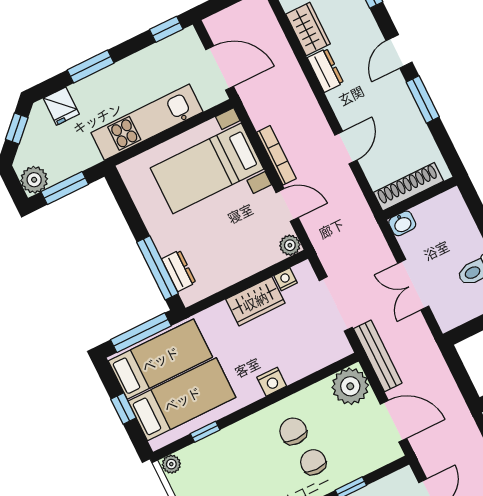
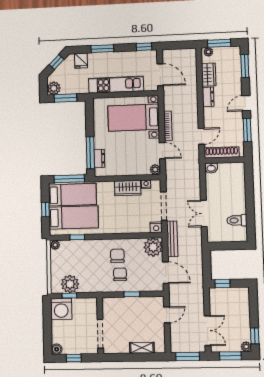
shoe rack: (408, 187) -> (222, 152), moved
wall: (420, 198) -> (225, 160), moved
washbasin: (402, 223) -> (211, 168), moved
nightstand: (272, 382) -> (156, 227), moved

